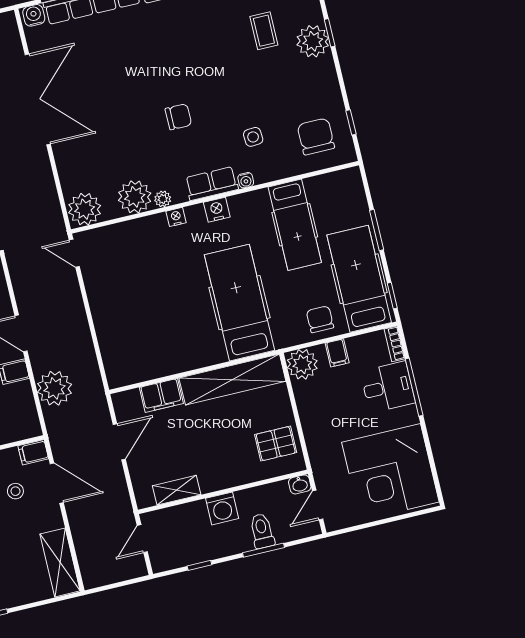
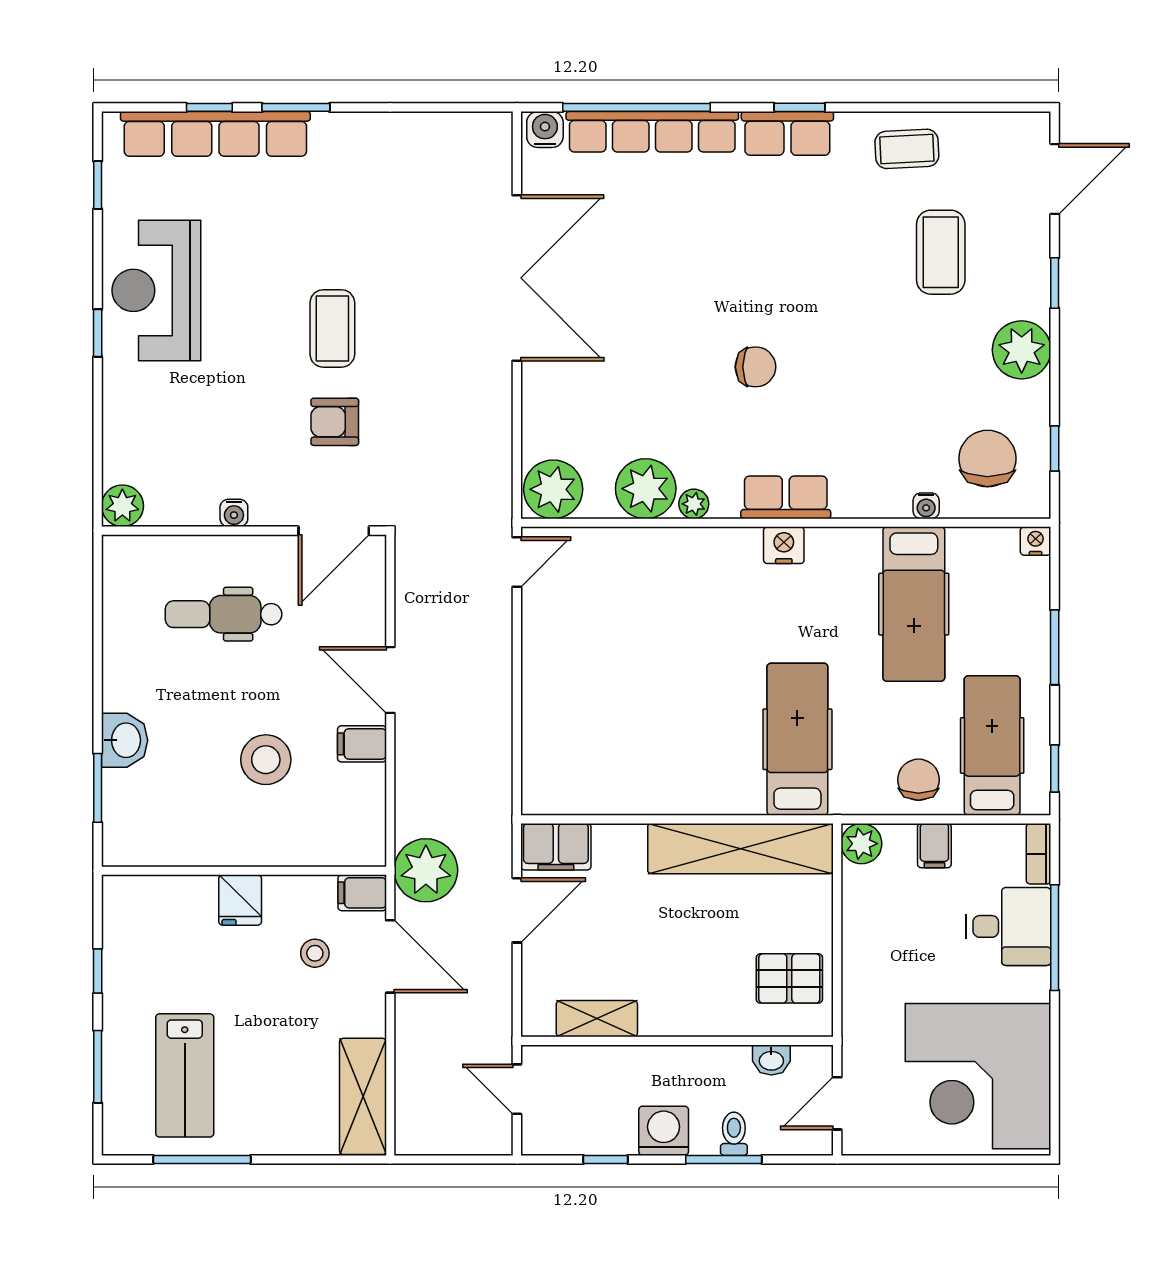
coffee table: (264, 31) -> (941, 252), width x1.36, depth x1.30
plant: (313, 41) -> (1022, 350), moved
side table: (253, 137) -> (877, 433), removed
water cooler: (246, 180) -> (926, 506), moved
nightstand: (176, 217) -> (1036, 541), moved
door: (74, 253) -> (517, 562), swing flipped
hospital bed: (359, 279) -> (992, 746), width x0.73, depth x0.78
hospital bed: (239, 303) -> (797, 739), width x0.73, depth x0.78
plant: (302, 364) -> (861, 844), width x0.73, depth x0.73
plant: (55, 388) -> (426, 870), moved
filing cabinet: (161, 395) -> (556, 847), moved
washbasin: (300, 484) -> (771, 1060), moved
washing machine: (222, 508) -> (664, 1131), moved, turned 180
toilet: (262, 531) -> (734, 1134), width x0.73, depth x0.72
door: (142, 539) -> (517, 1089), hinge flipped

